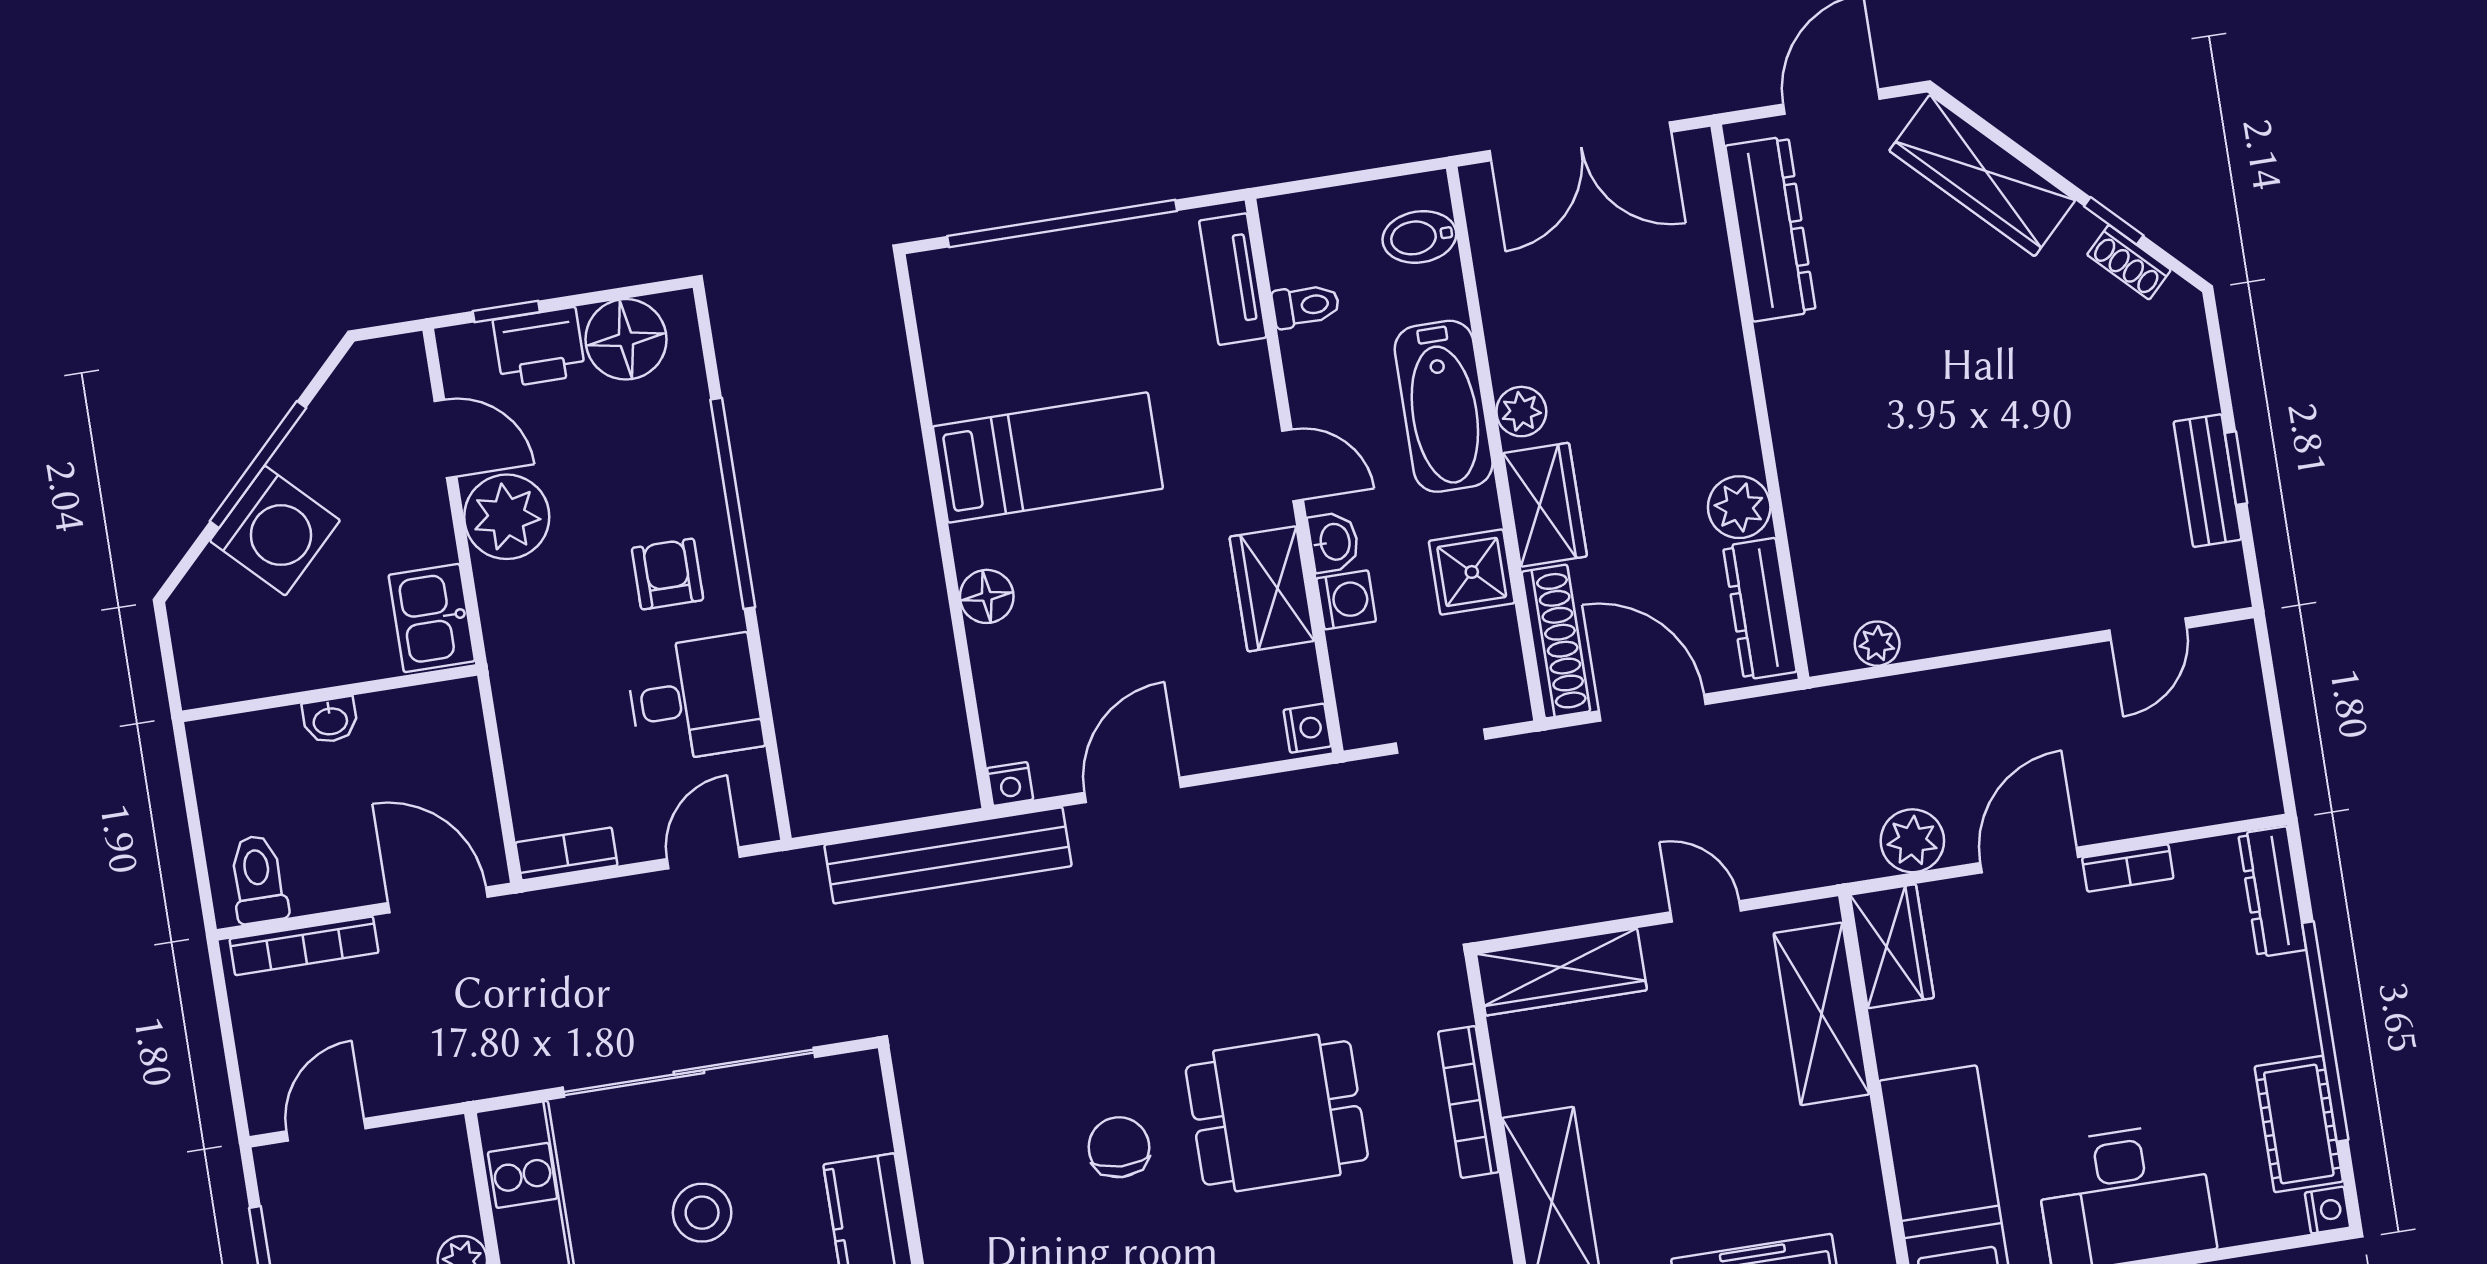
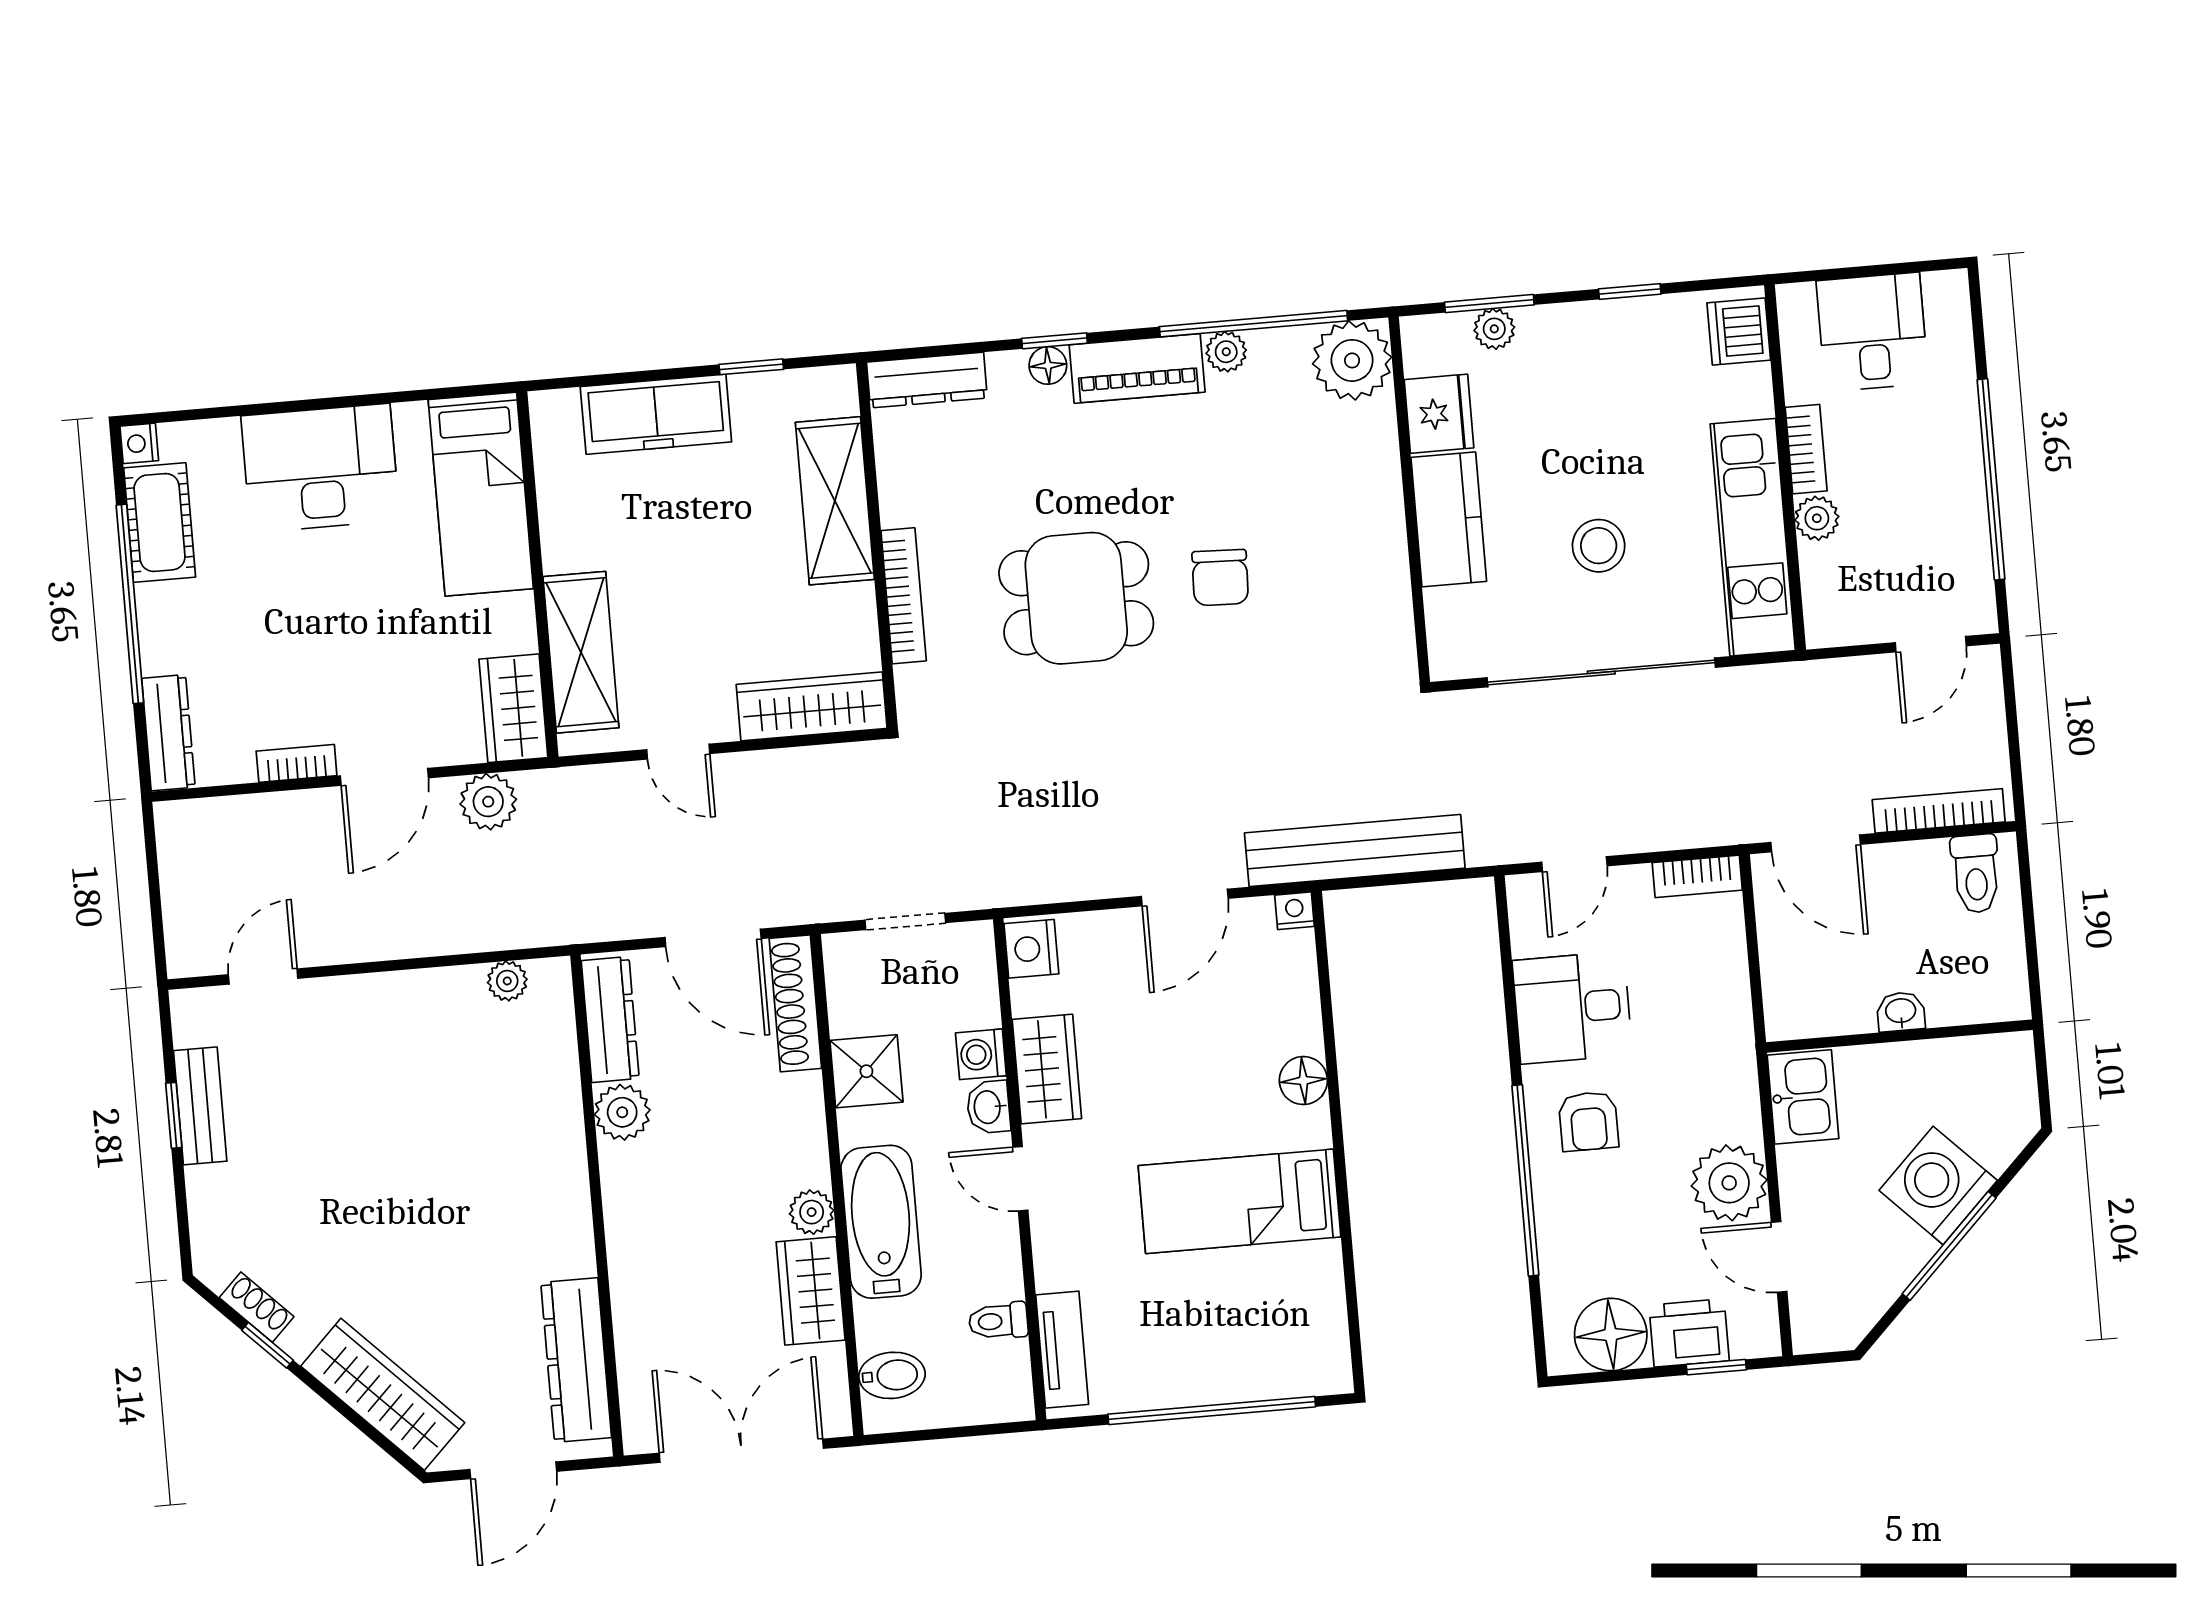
wardrobe: (1545, 505) -> (811, 1291), moved
nightstand: (1307, 728) -> (1031, 949), width x1.39, depth x1.35

